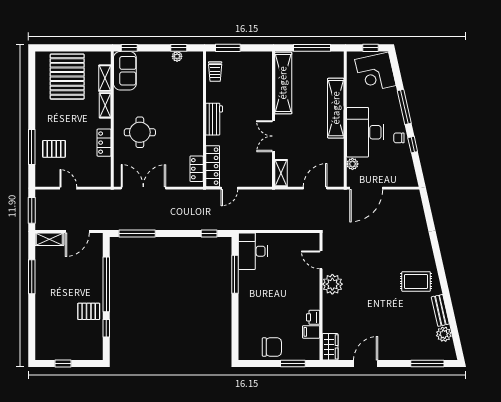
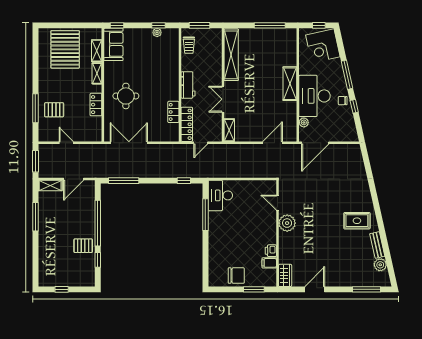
shelving: (283, 83) -> (231, 55), moved
shelving: (336, 108) -> (290, 84), width x0.68
wall: (274, 119) -> (223, 85), moved
double door: (274, 136) -> (223, 99), moved
locker: (197, 169) -> (173, 112), moved
shelving: (281, 173) -> (229, 130), moved

